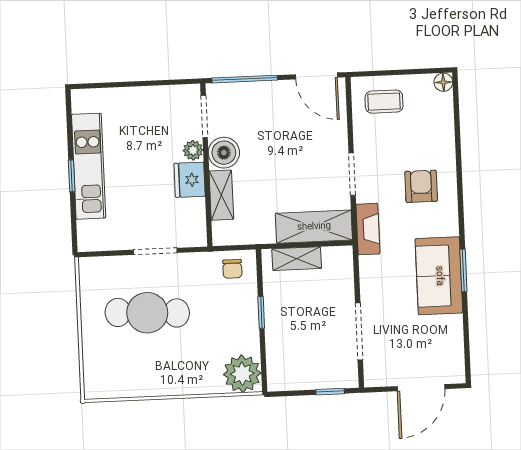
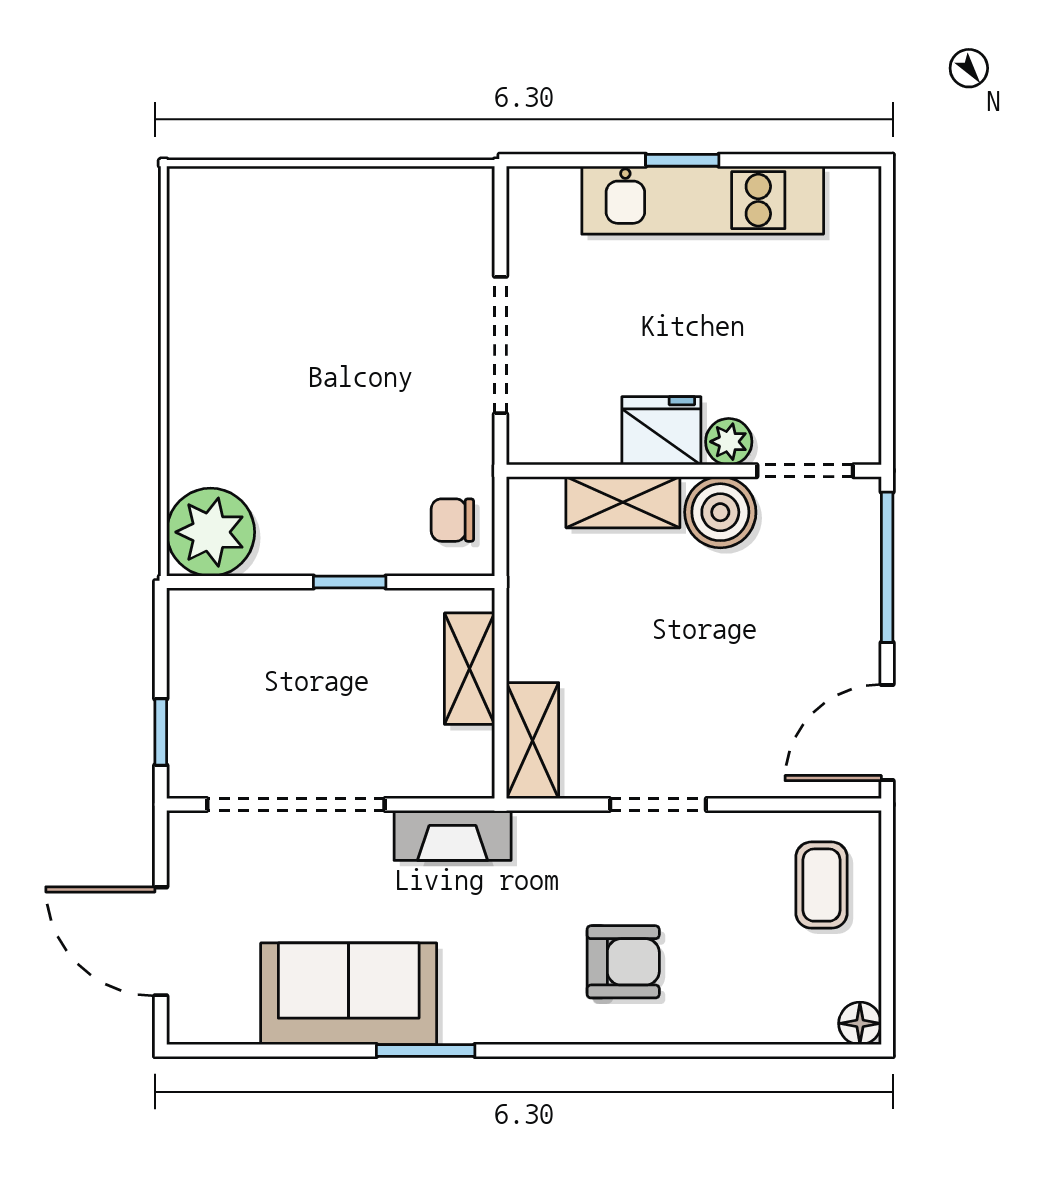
shelving: (314, 227) -> (532, 741), width x0.67, depth x0.75
fireplace: (368, 229) -> (453, 835), moved
doorway: (155, 251) -> (501, 345), width x1.38
sofa: (439, 276) -> (349, 994), moved
cafe table: (147, 313) -> (360, 320), removed
doorway: (359, 332) -> (296, 805), width x1.36

